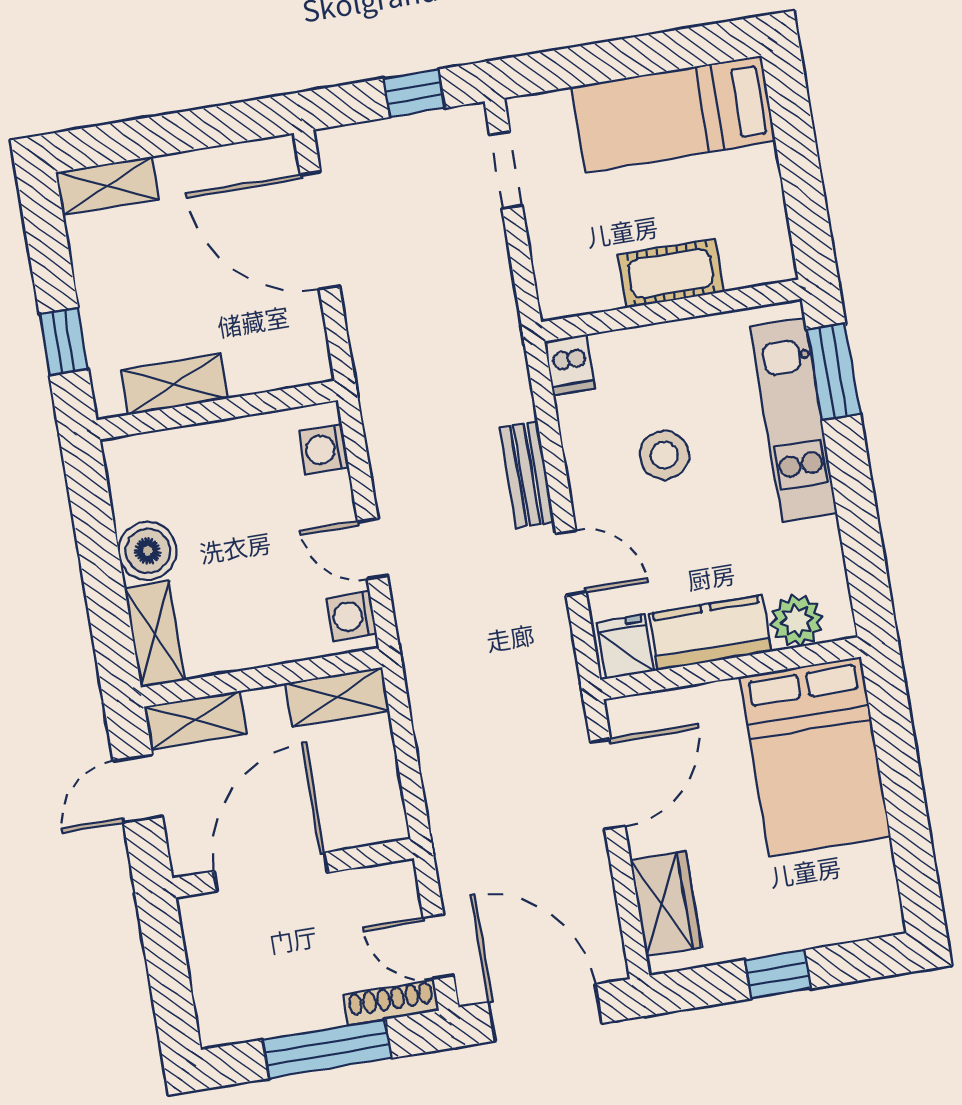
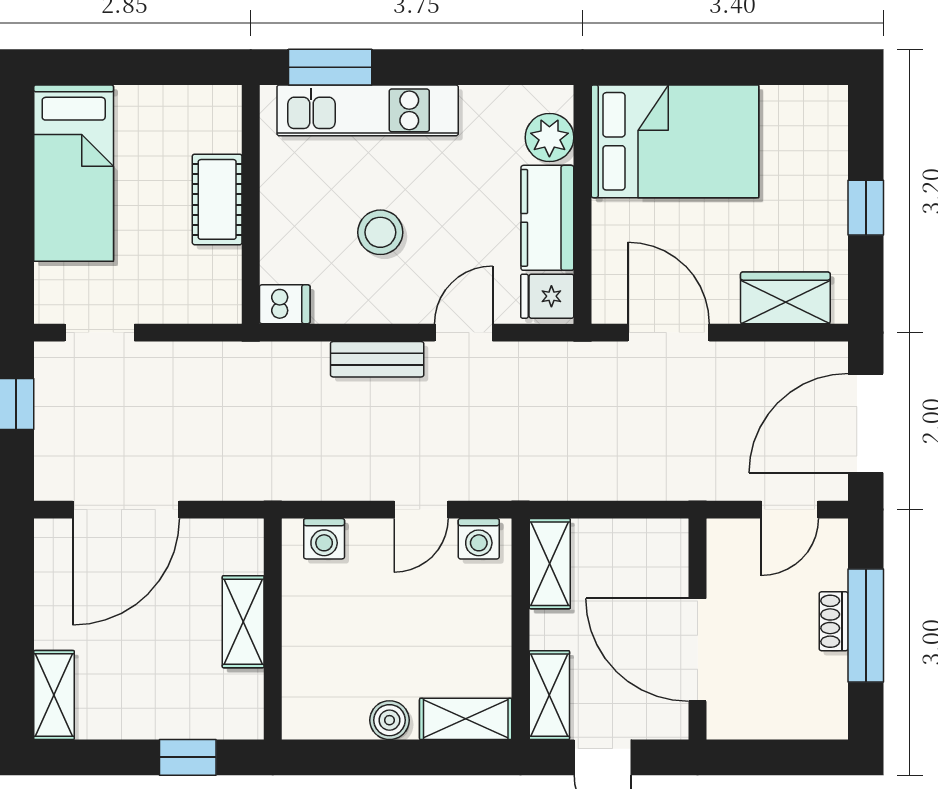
shelving: (174, 384) -> (243, 622), moved
boiler: (148, 551) -> (389, 720), width x0.73, depth x0.73
shoe rack: (391, 1003) -> (834, 621), moved, width x0.70

